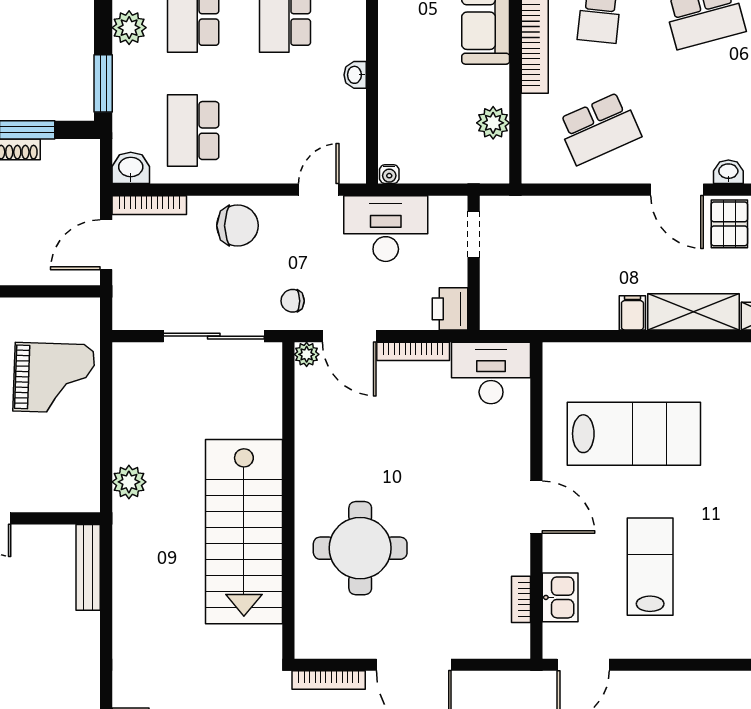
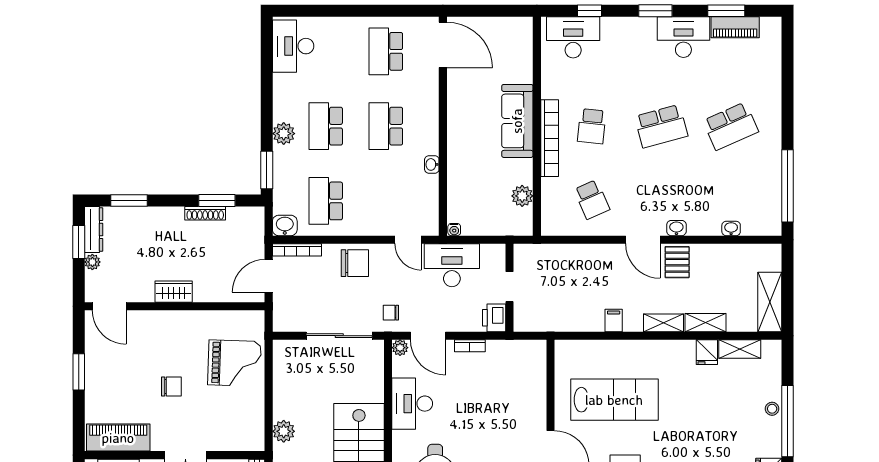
school desk: (599, 128) -> (592, 199), width x0.54
door: (319, 190) -> (408, 240), swing flipped
doorway: (474, 234) -> (509, 287), moved
shelving: (693, 312) -> (664, 323), width x0.67, depth x0.75
bookcase: (413, 351) -> (470, 346), width x0.64
desk: (491, 373) -> (412, 404), moved, turned -90

